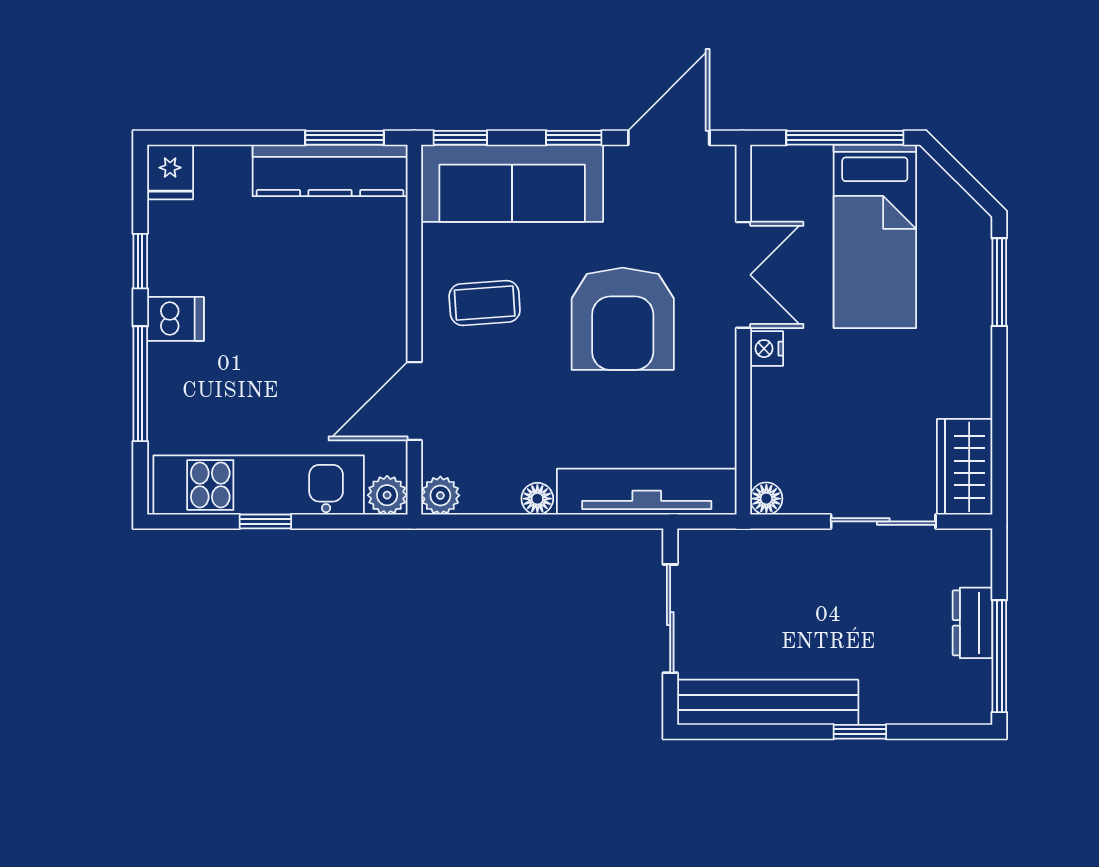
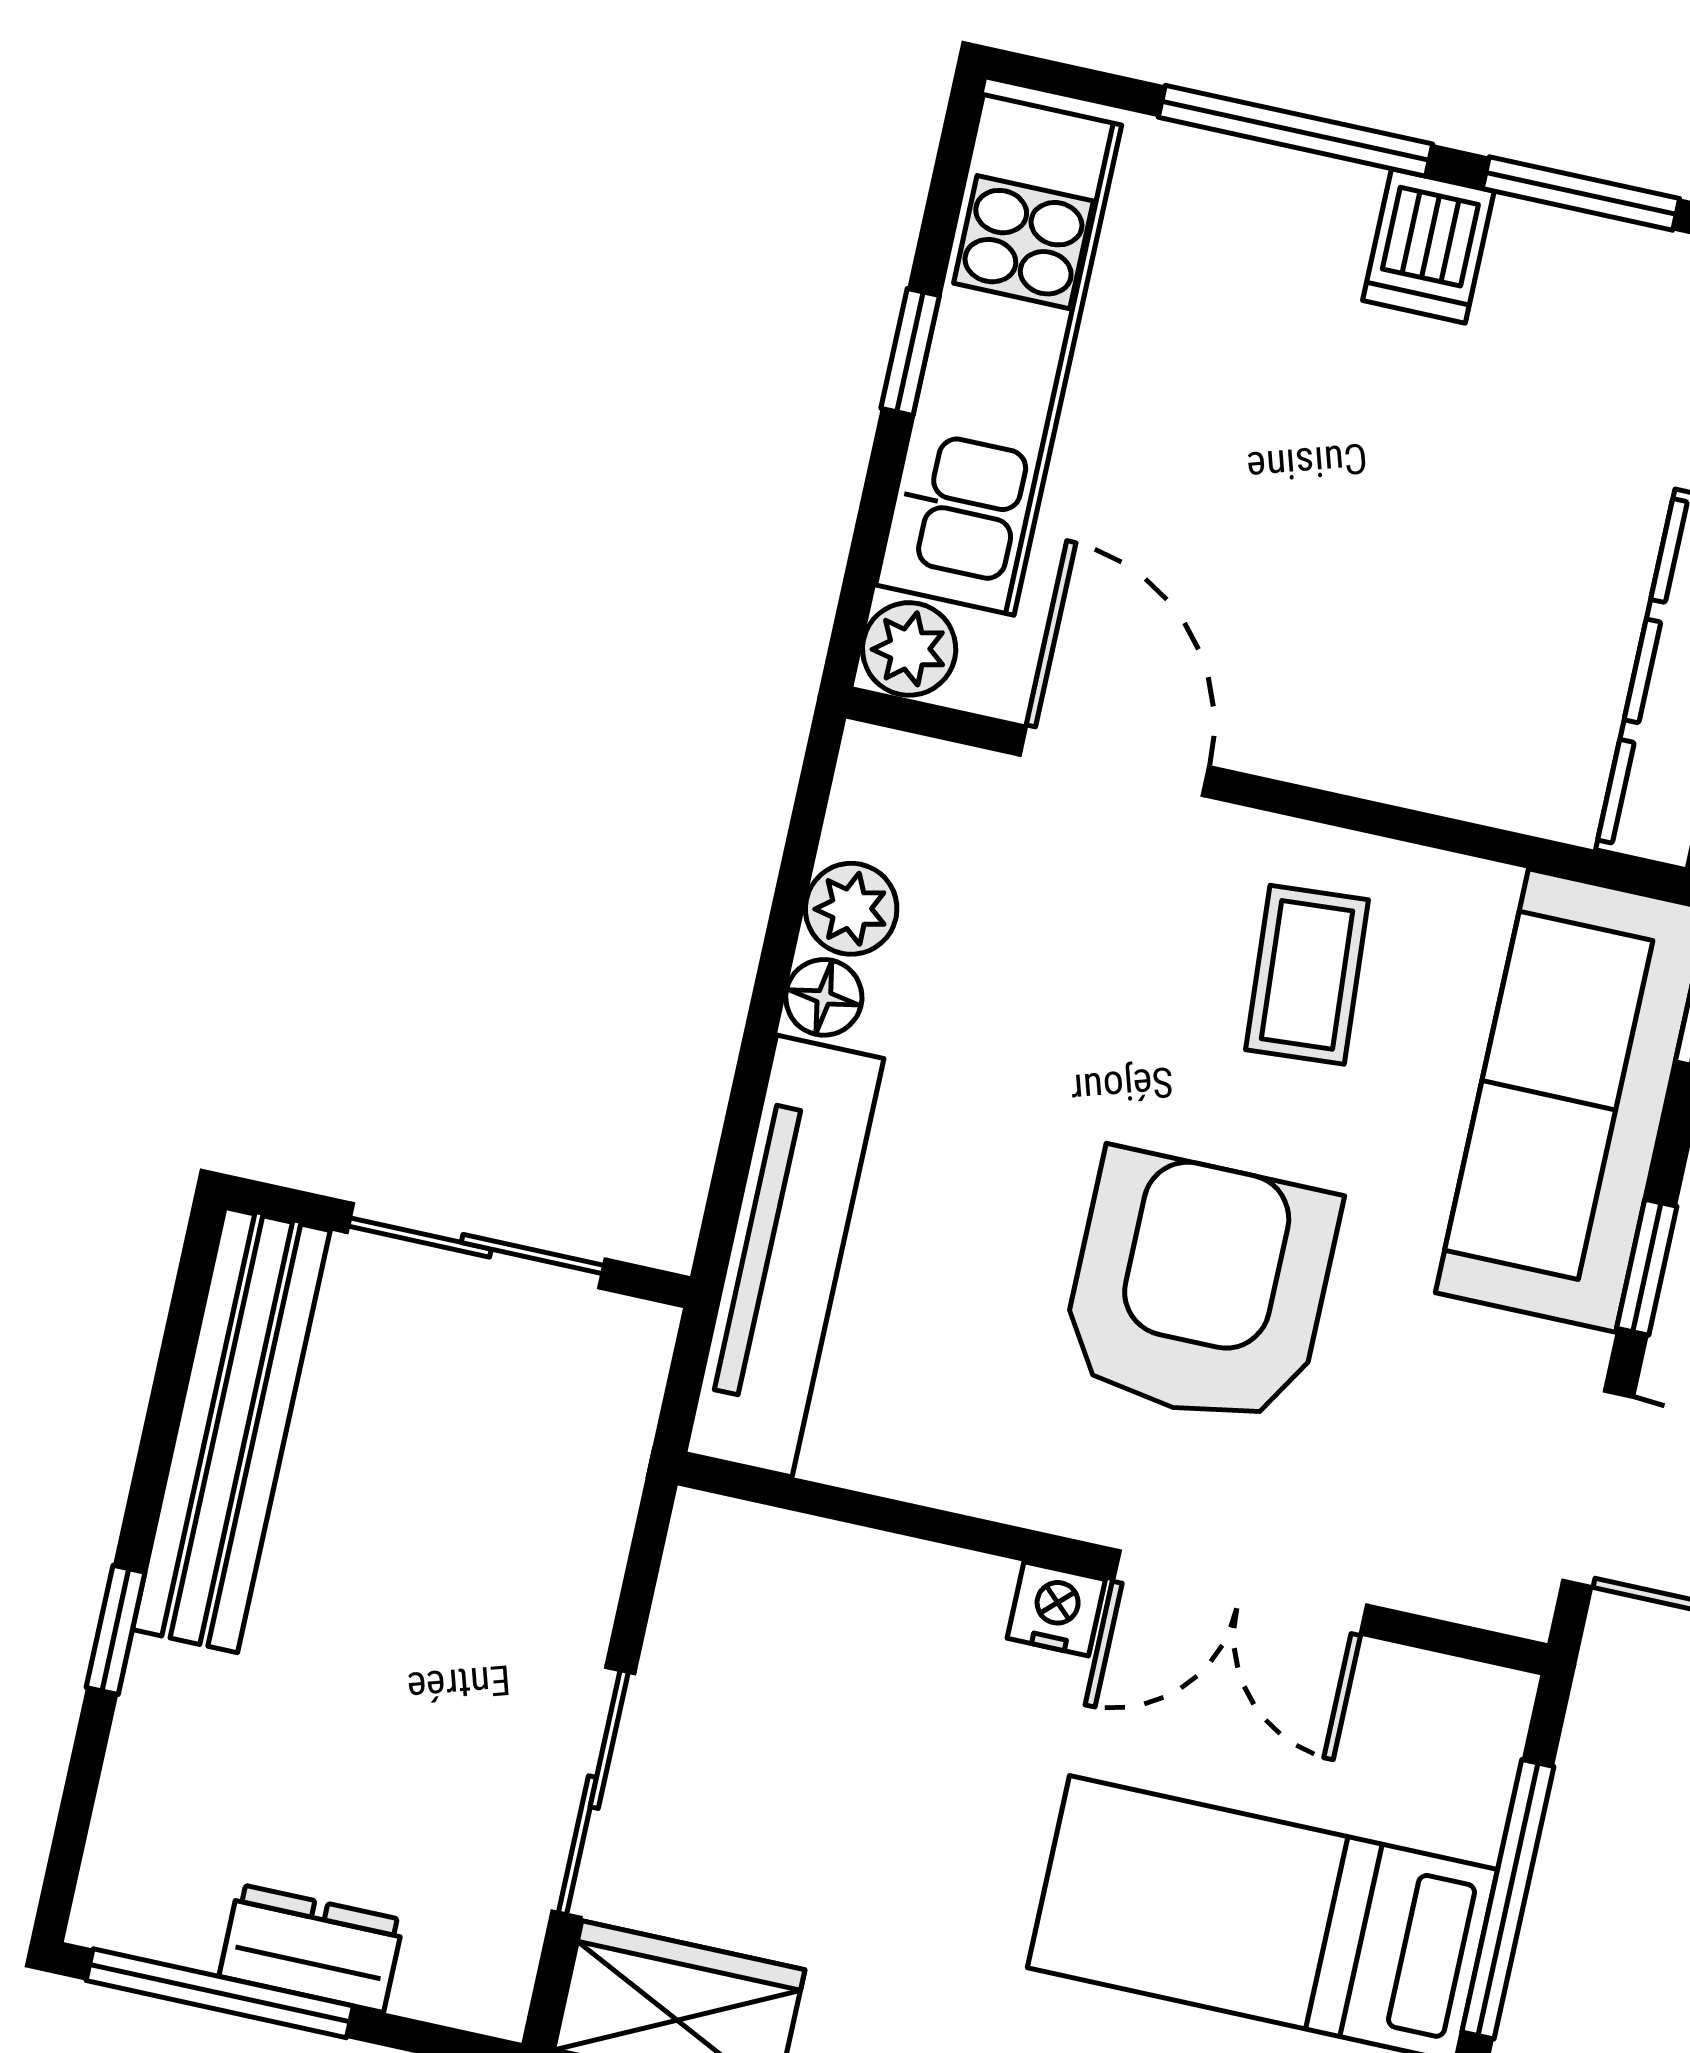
window: (140, 261) -> (1581, 193), width x1.50
armchair: (623, 319) -> (1199, 1289), turned 90
plant: (440, 495) -> (851, 909), moved
floor lamp: (766, 499) -> (707, 1531), removed

